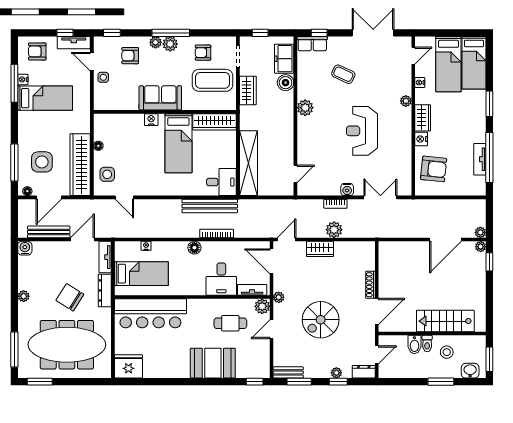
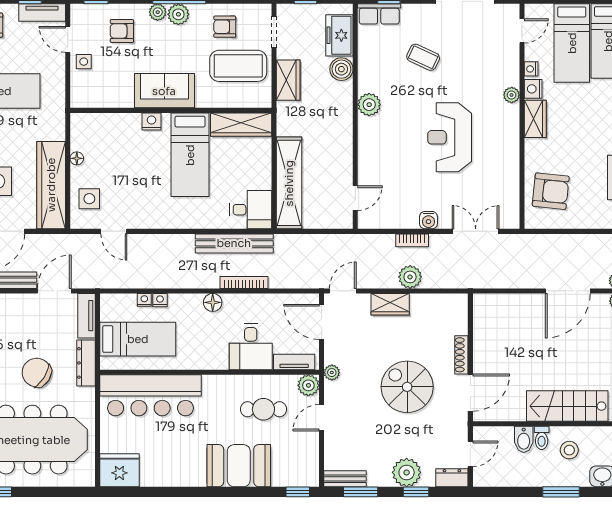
nightstand: (421, 139) -> (533, 89), moved
nightstand: (157, 246) -> (160, 300), added
spiral stairs: (321, 320) -> (407, 387), moved, turned 90
plant: (336, 373) -> (407, 472), width x1.88, depth x1.88

